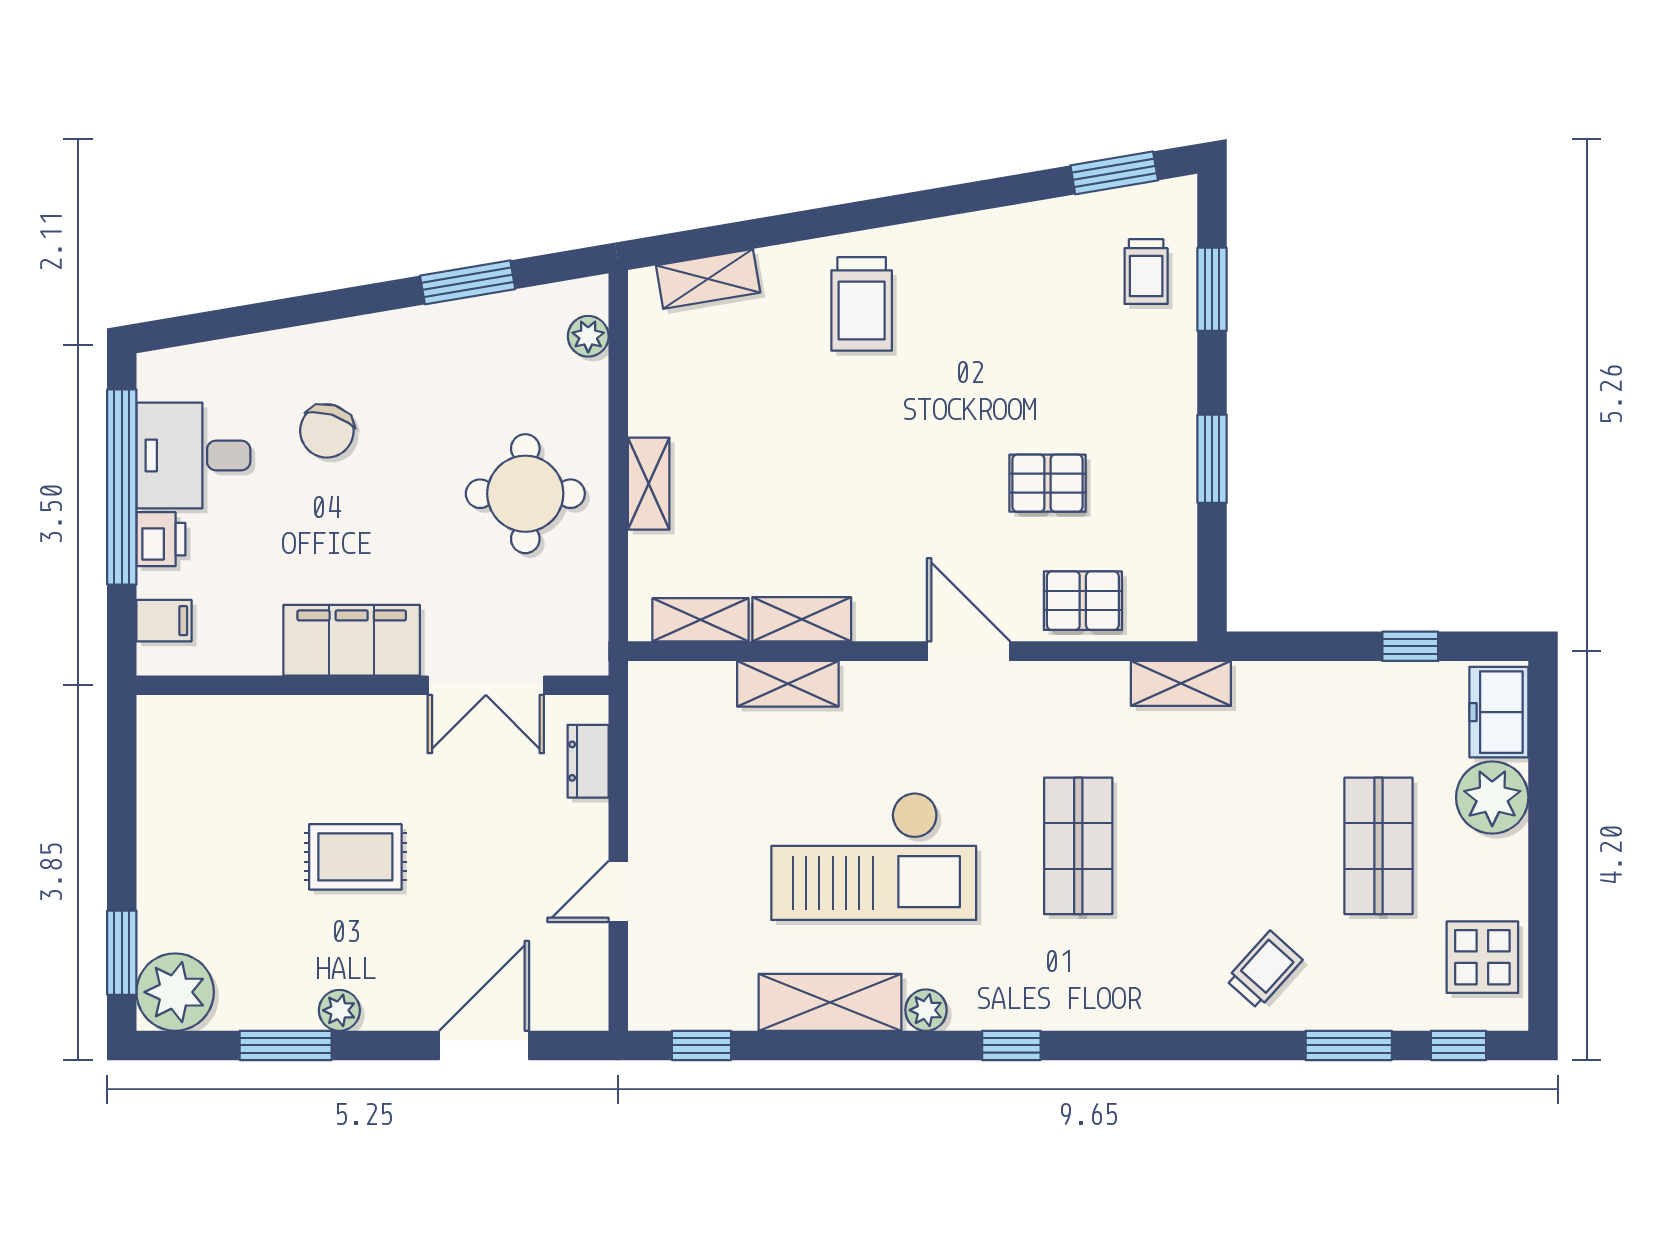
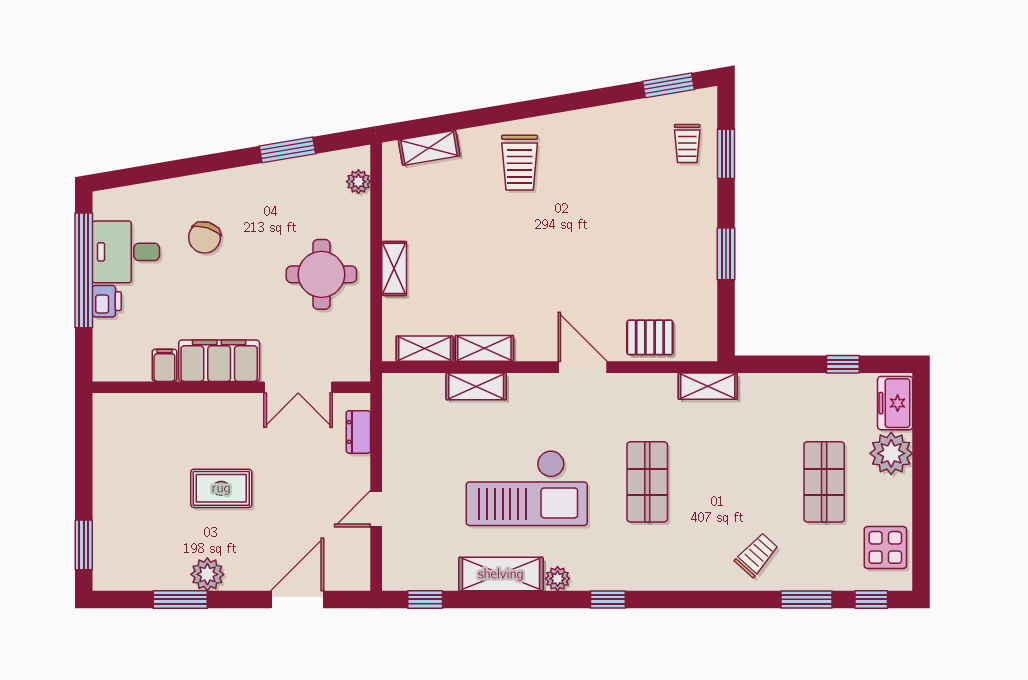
pallet: (1047, 483) -> (629, 268), removed
filing cabinet: (164, 621) -> (164, 365), moved, turned -90
plant: (175, 992) -> (115, 568), removed
plant: (339, 1010) -> (207, 574), width x1.38, depth x1.38

